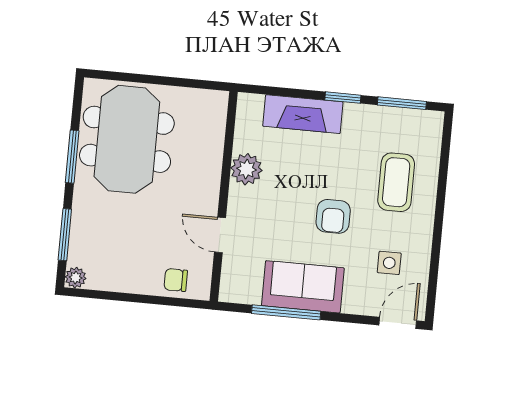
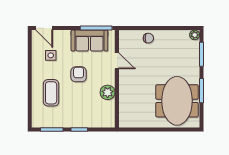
fireplace: (303, 114) -> (97, 120), removed
plant: (246, 169) -> (108, 92), moved
wall: (224, 196) -> (117, 79), moved
door: (220, 235) -> (117, 61), moved
door: (398, 323) -> (44, 28), hinge flipped

